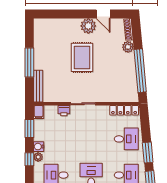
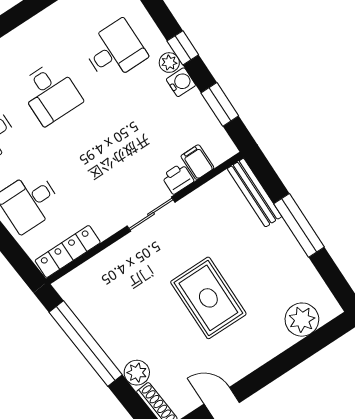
plant: (88, 26) -> (302, 320), moved
filing cabinet: (39, 112) -> (197, 162), moved

